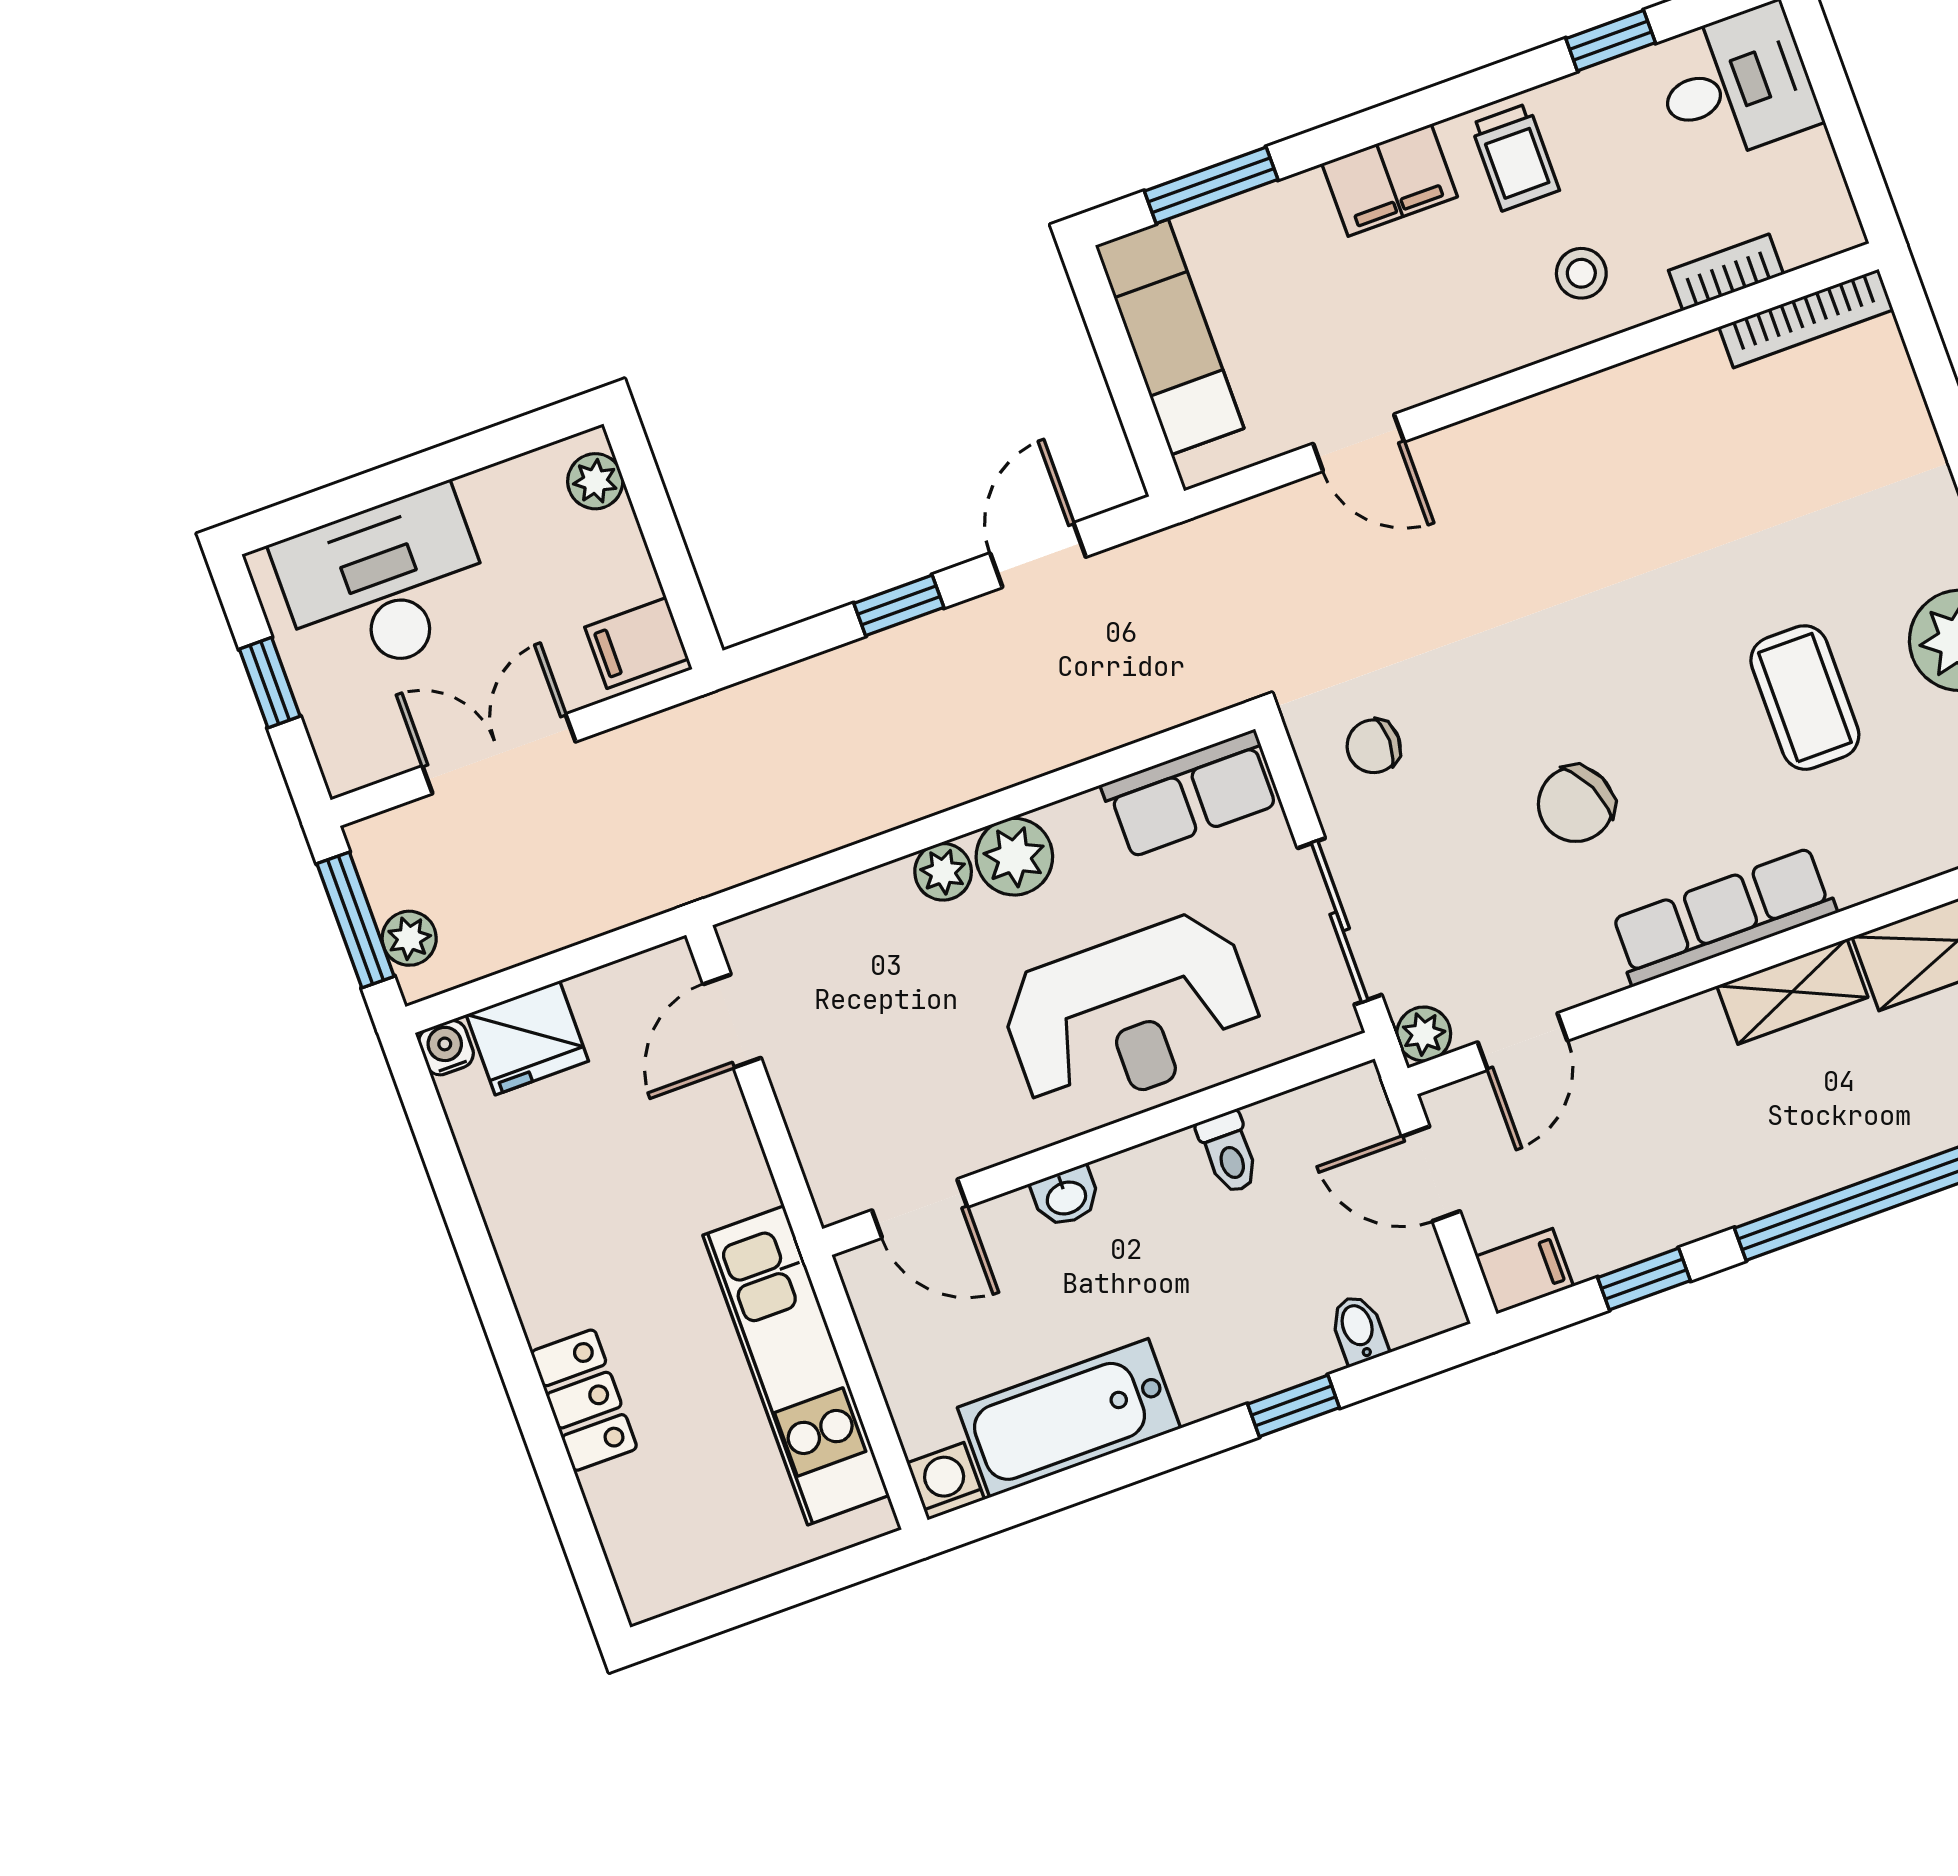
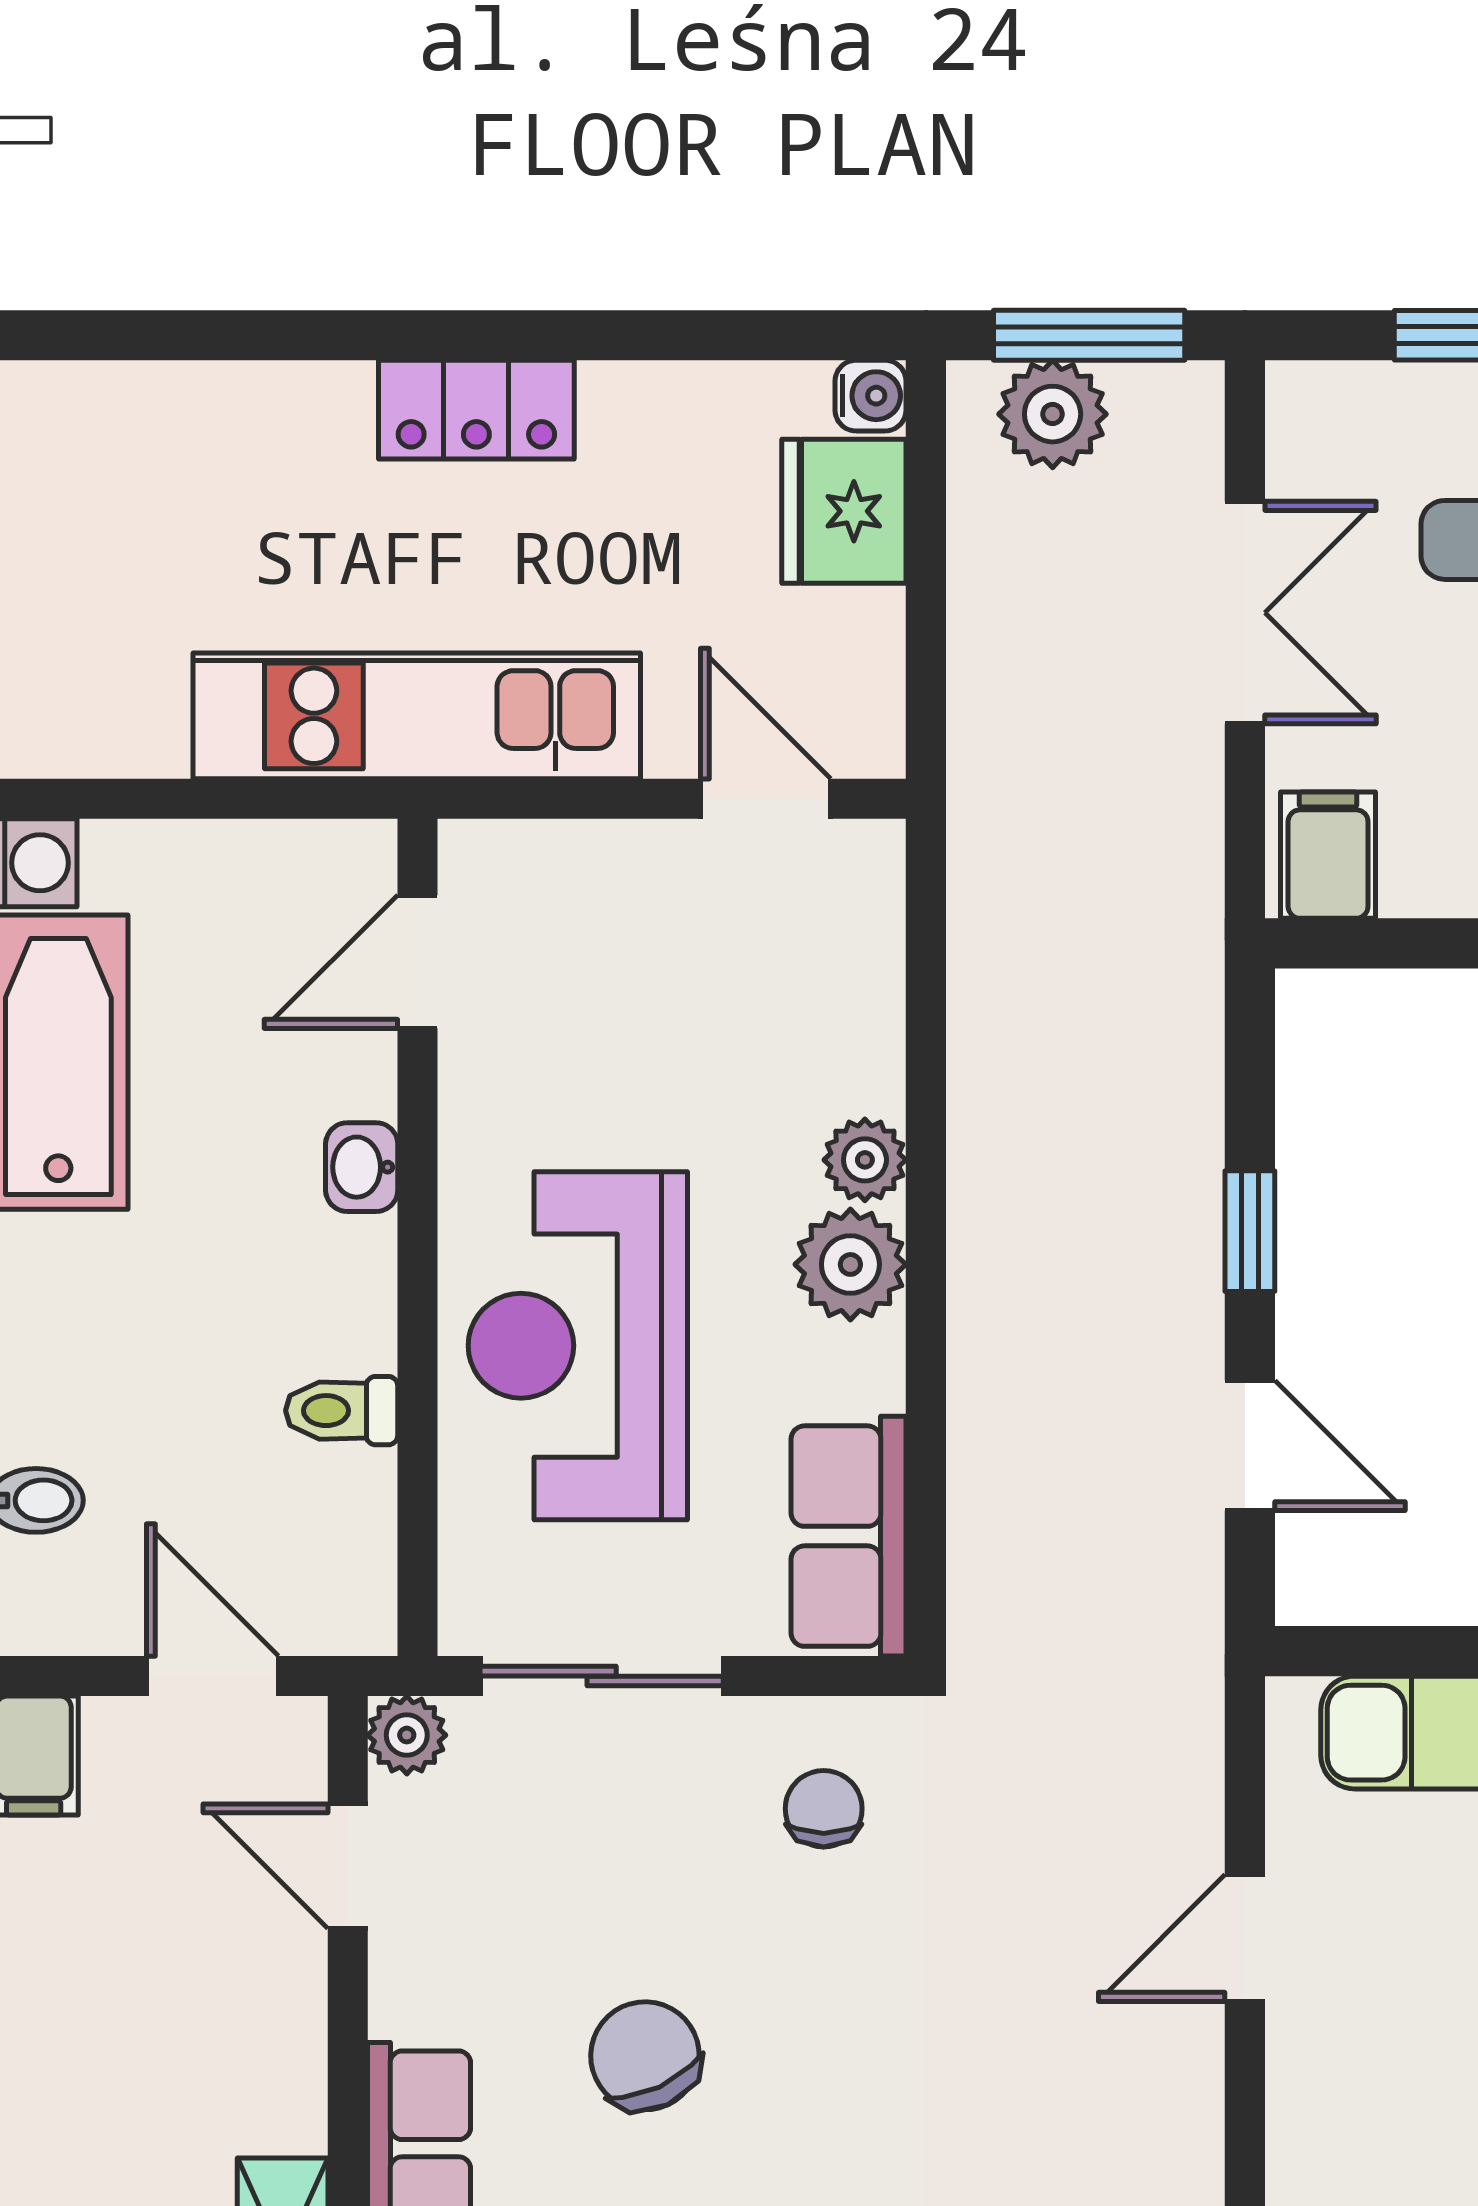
plant: (409, 938) -> (1053, 414), width x1.38, depth x1.38
door: (1431, 1174) -> (213, 1676), hinge flipped
kitchen unit: (796, 1365) -> (417, 716), moved
locker: (584, 1400) -> (476, 410), moved

